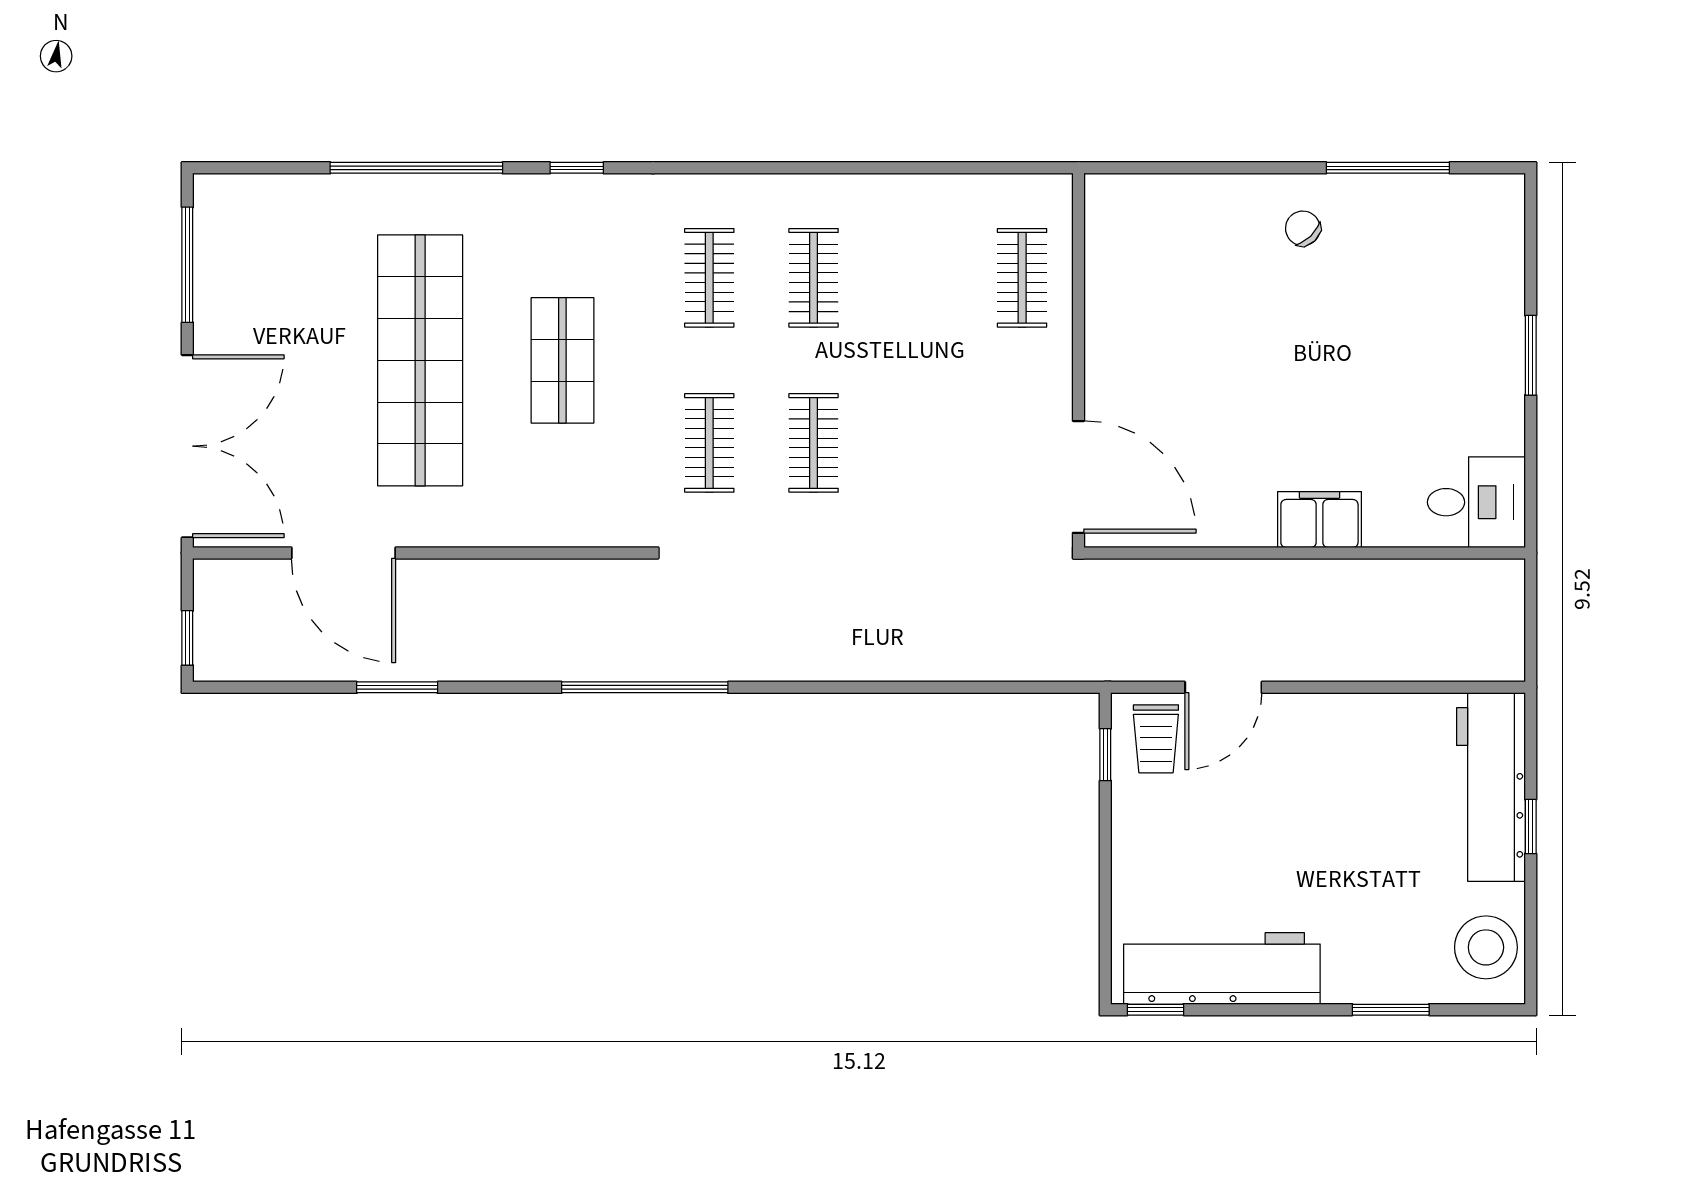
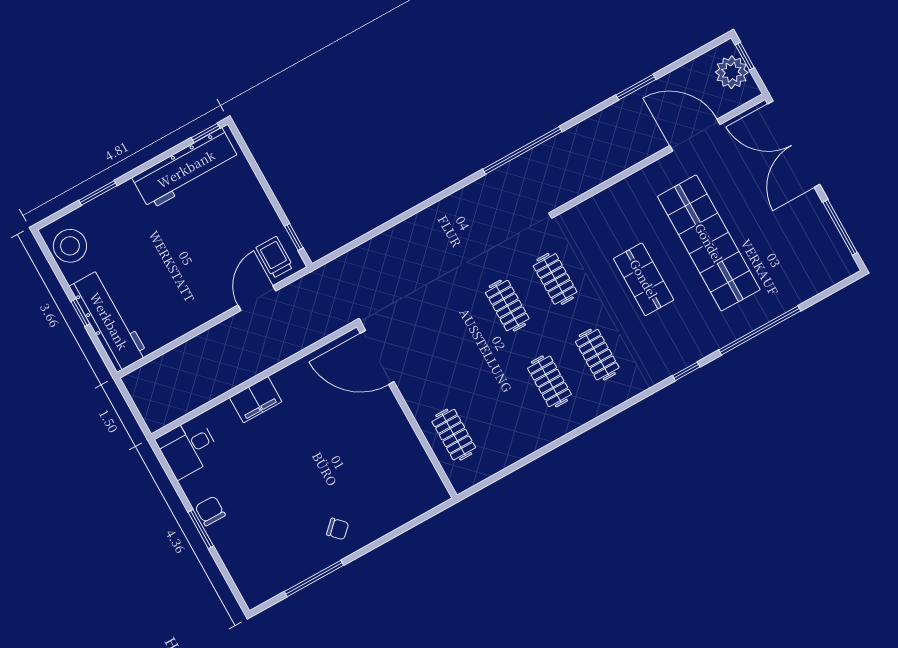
chair: (1498, 376) -> (210, 511), added
plant: (224, 623) -> (732, 72), added

